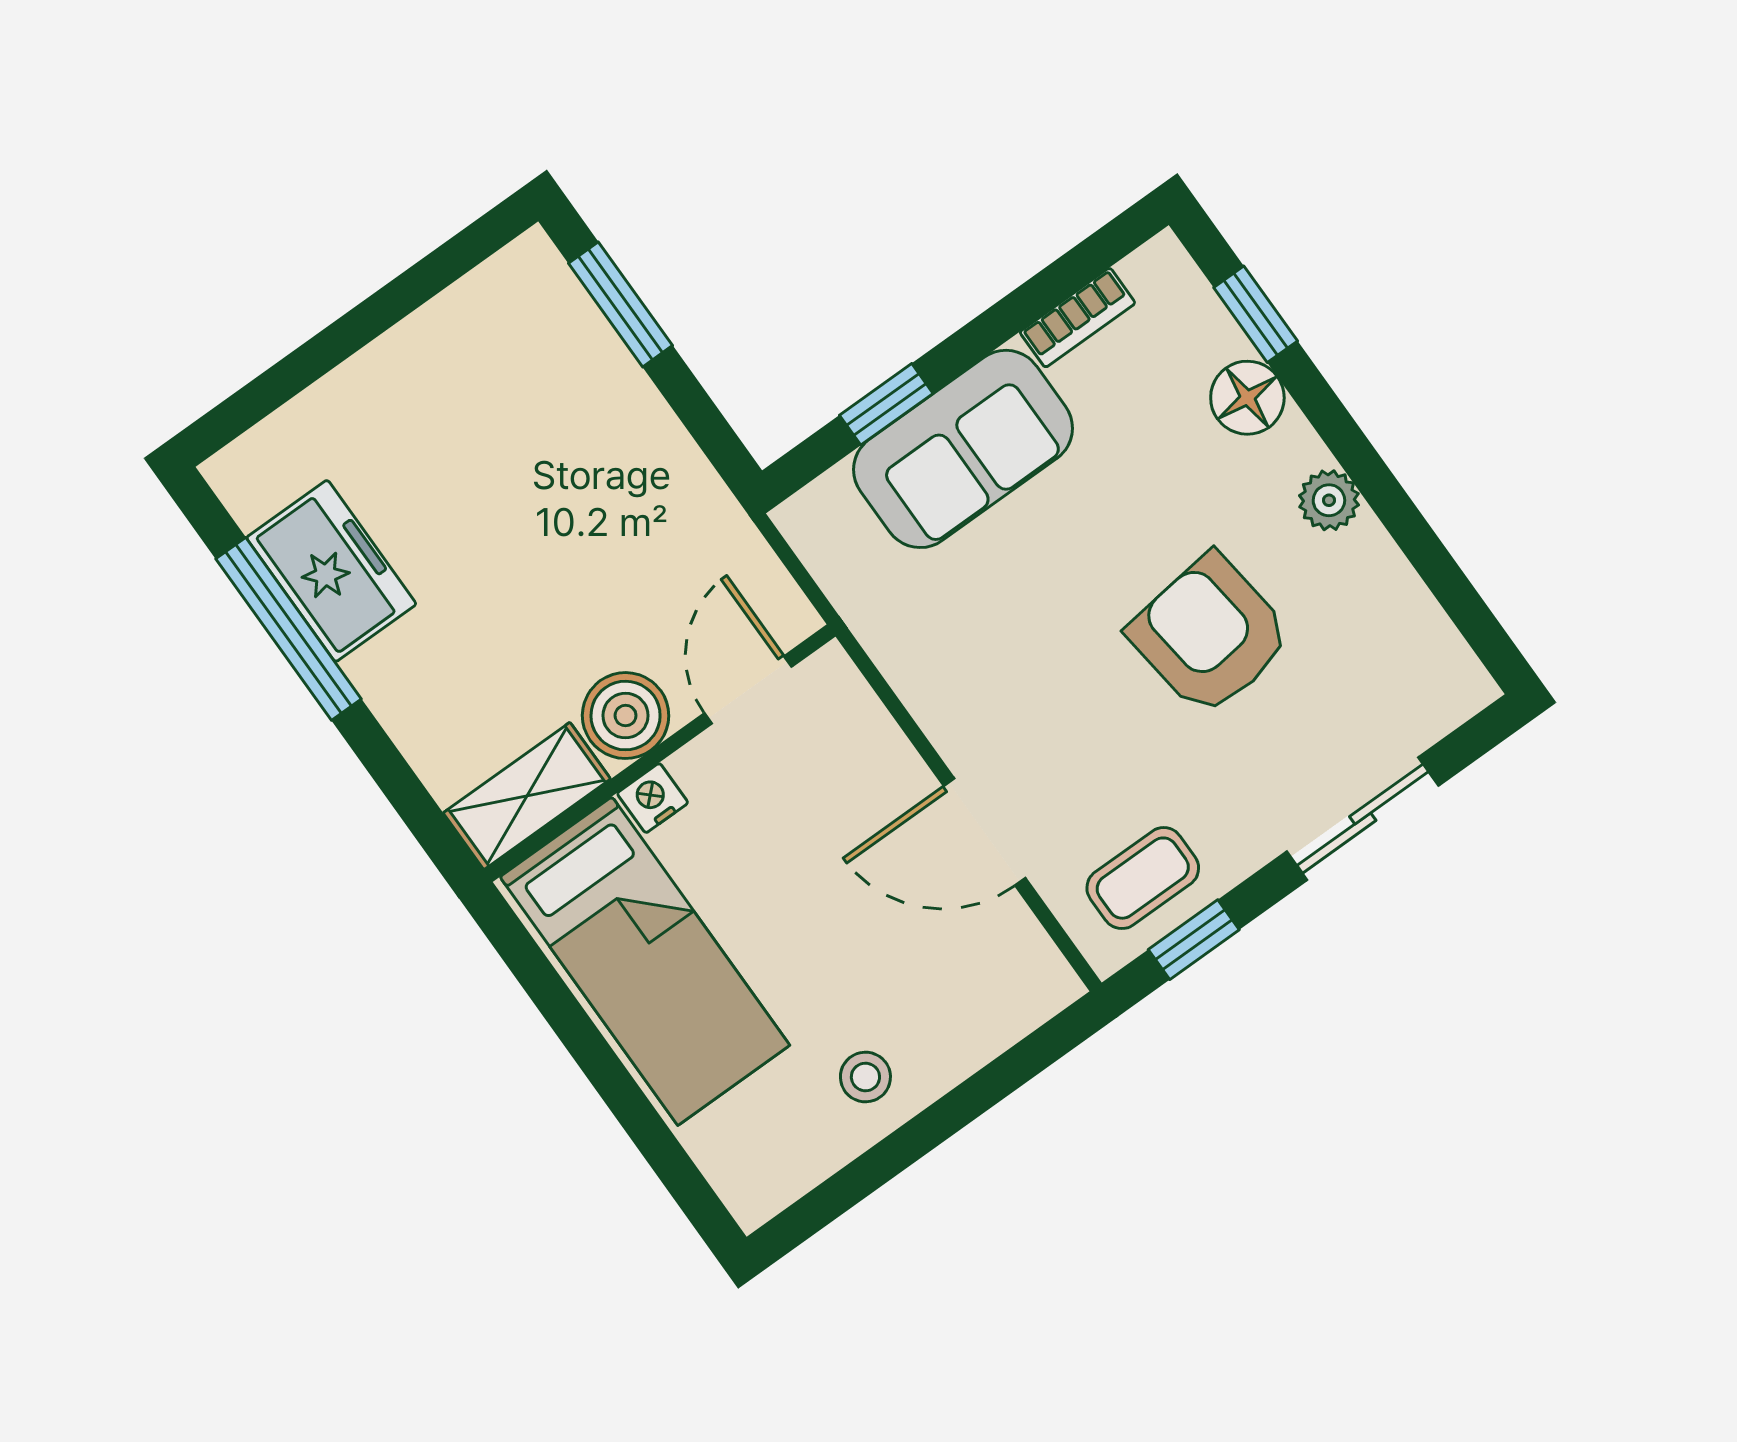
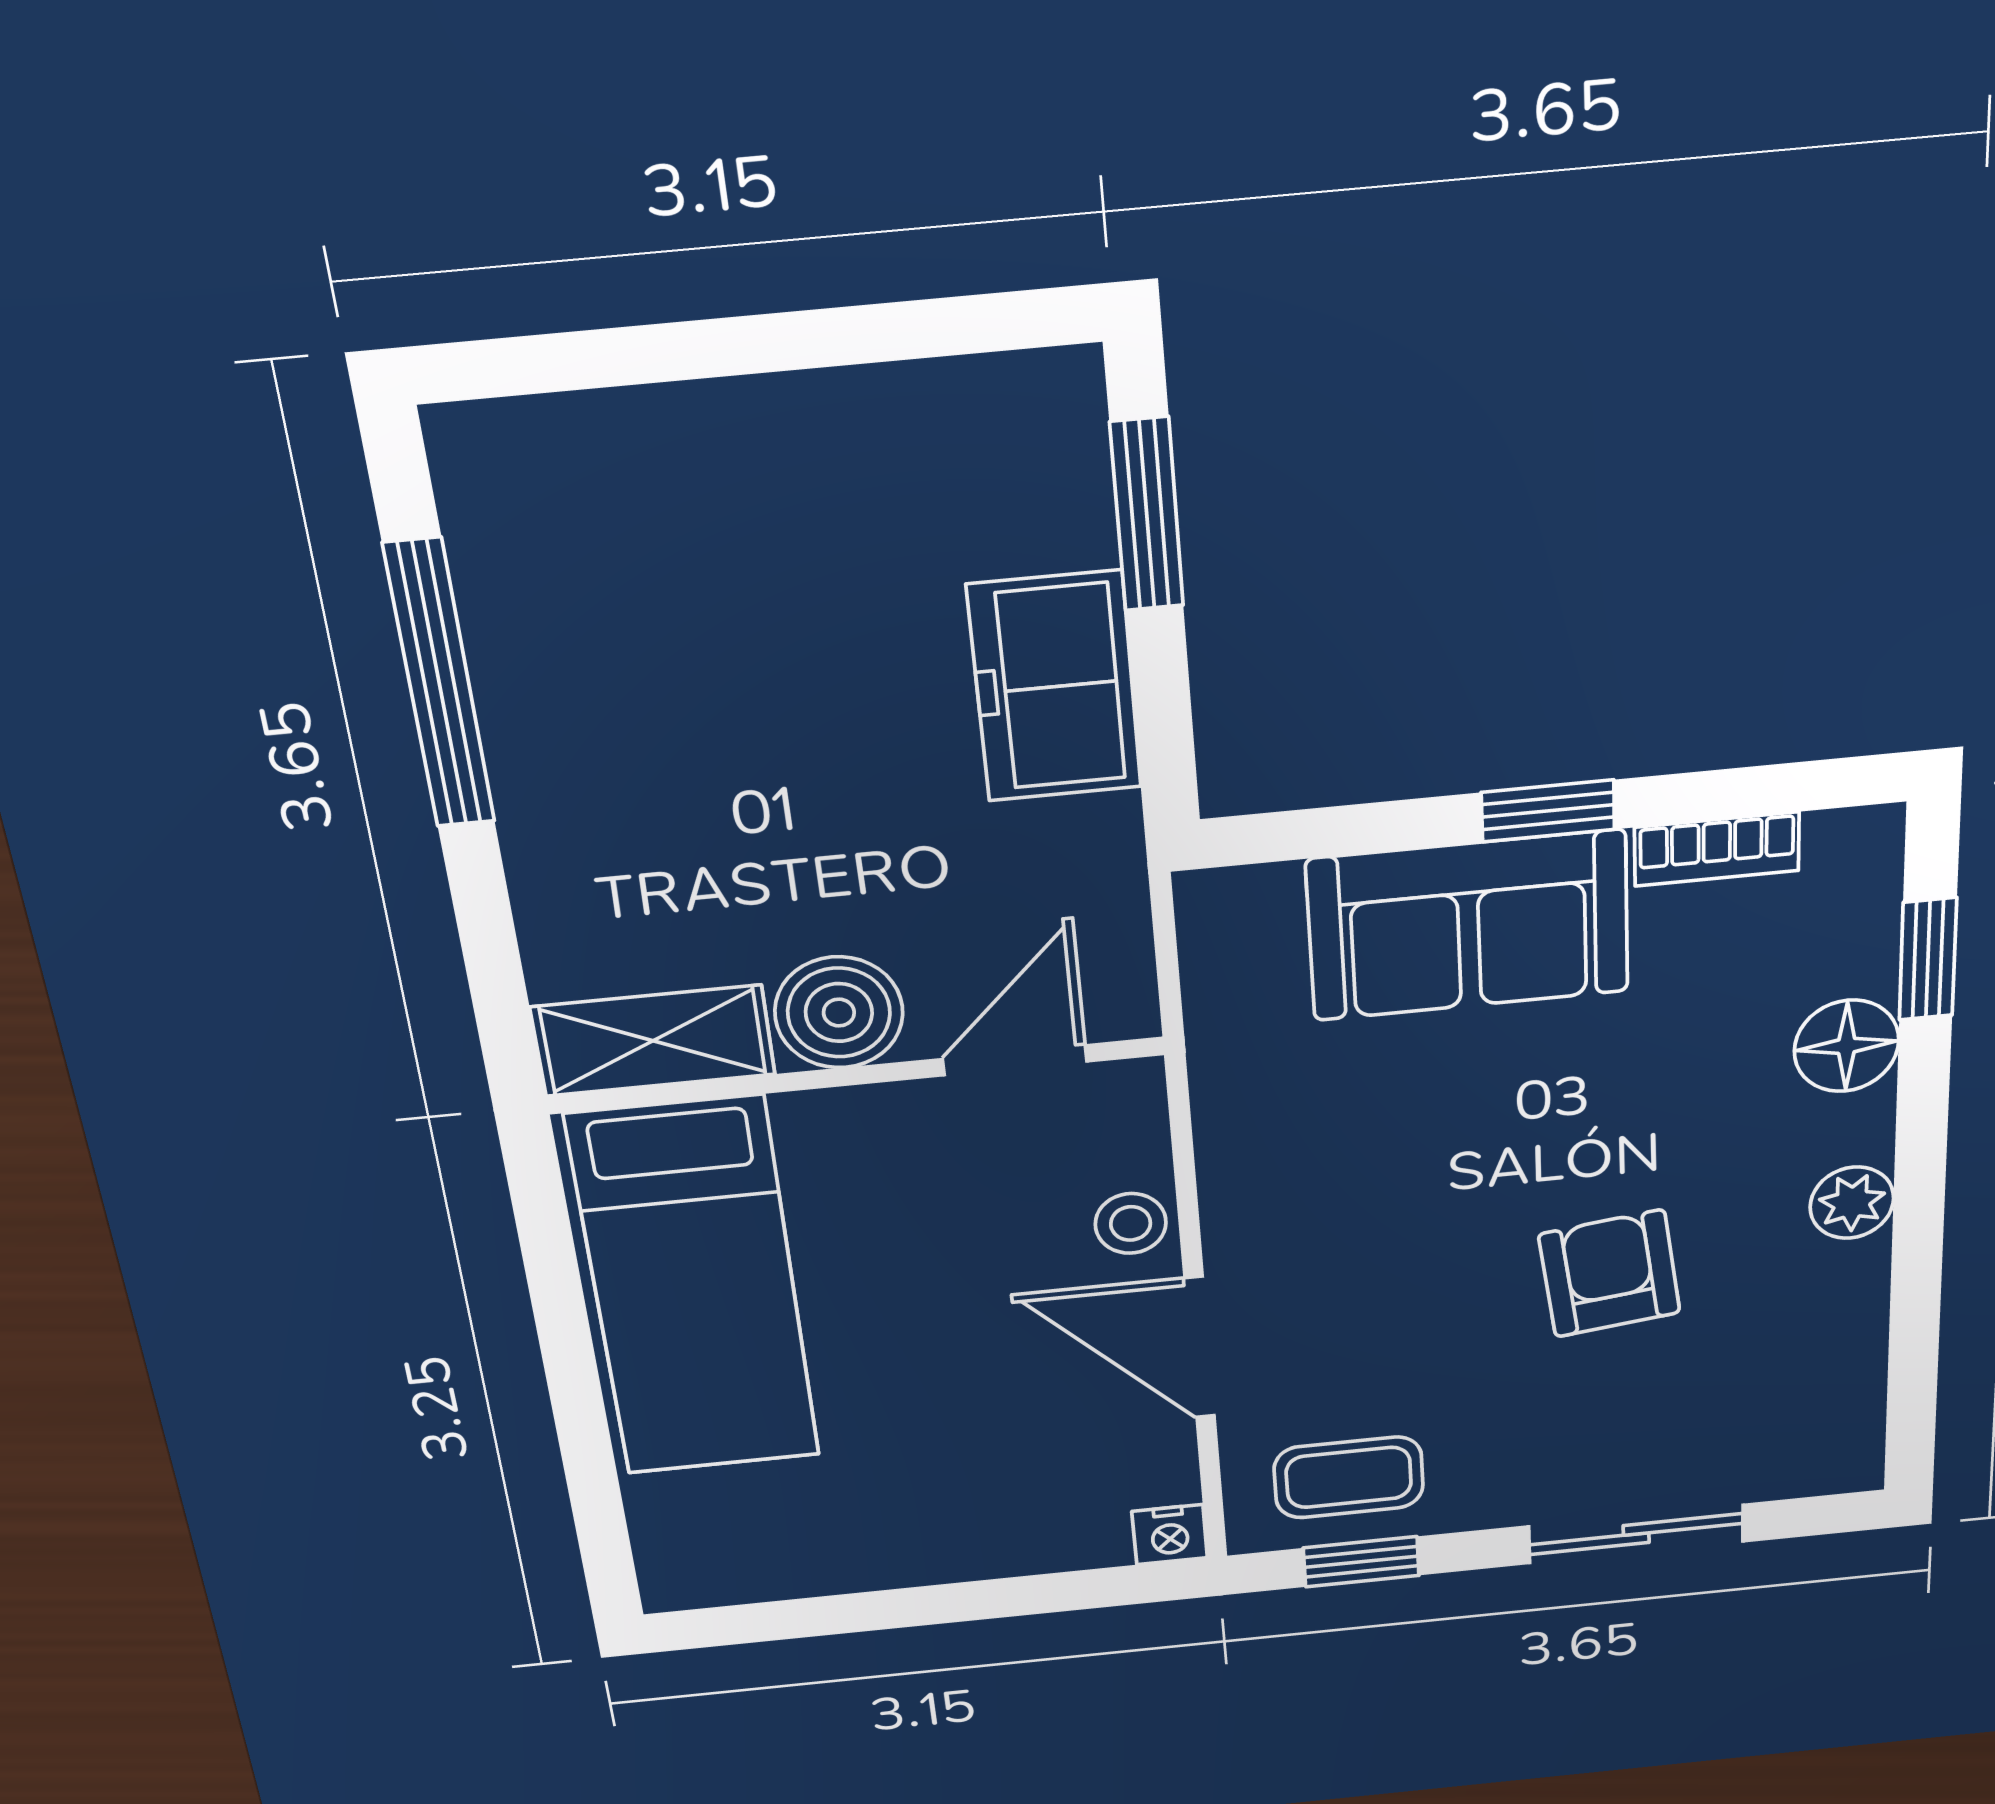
window: (886, 404) -> (1548, 811), moved
freezer: (331, 571) -> (1055, 687), moved, turned 180
armchair: (1210, 635) -> (1609, 1274), width x0.72, depth x0.72
nightstand: (653, 798) -> (1170, 1535), moved, turned 180
stool: (865, 1077) -> (1131, 1223), moved

